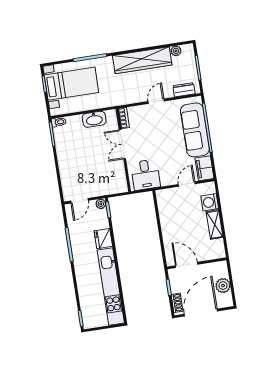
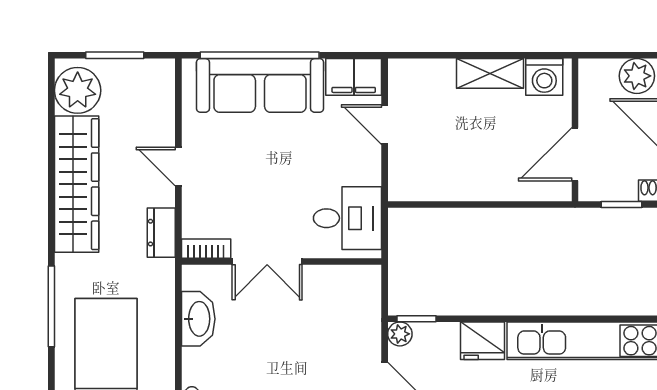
plant: (176, 51) -> (78, 90), width x1.88, depth x1.88
dresser: (184, 90) -> (161, 233), moved
washing machine: (210, 202) -> (544, 77), moved

